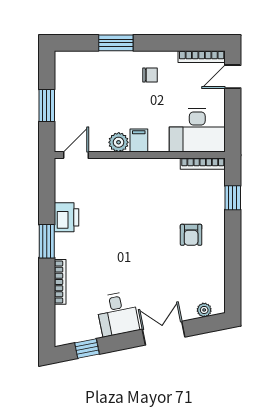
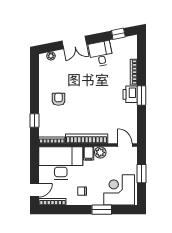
corner desk: (86, 77) -> (119, 190), added
desk: (197, 130) -> (61, 163), width x1.36, depth x1.30
door: (76, 155) -> (125, 145), swing flipped
bookcase: (142, 166) -> (87, 139), added
printer: (67, 217) -> (130, 94), moved

